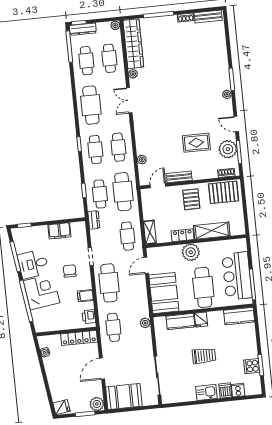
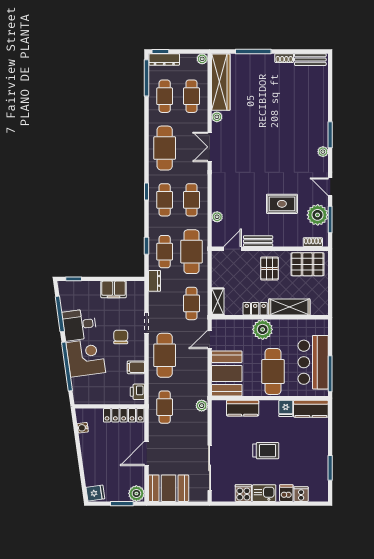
fridge: (201, 320) -> (286, 408), moved
cooker: (252, 366) -> (243, 493), moved, turned 90

